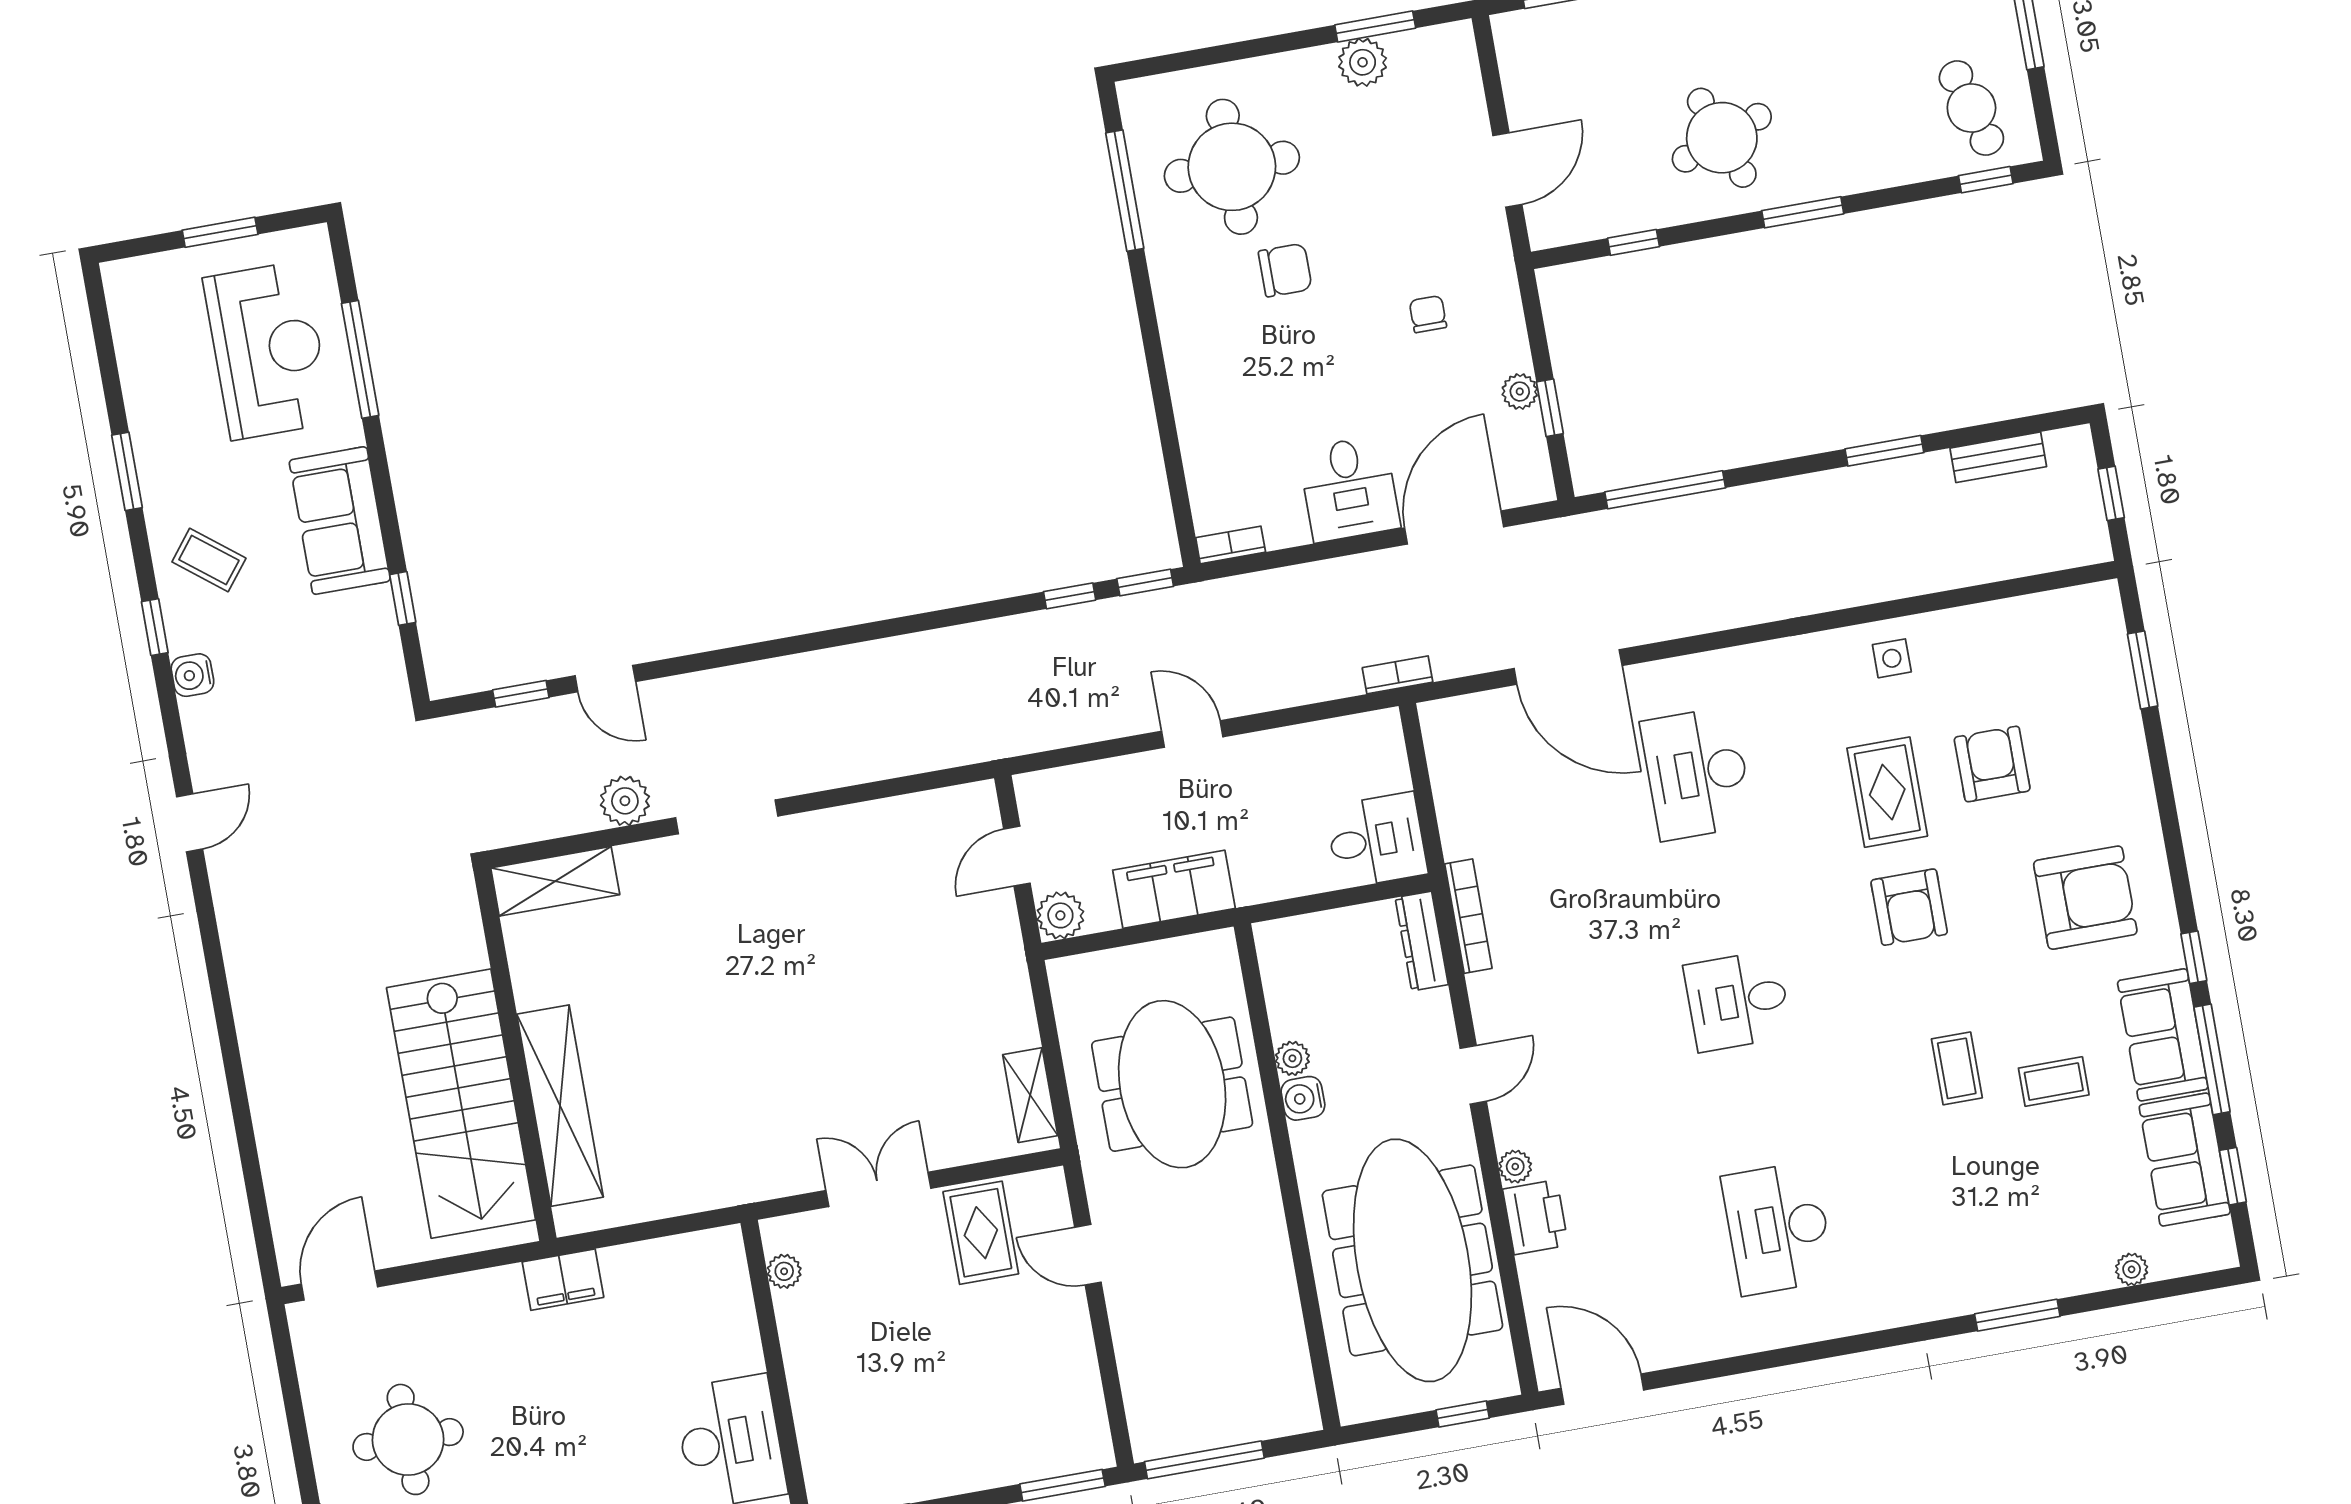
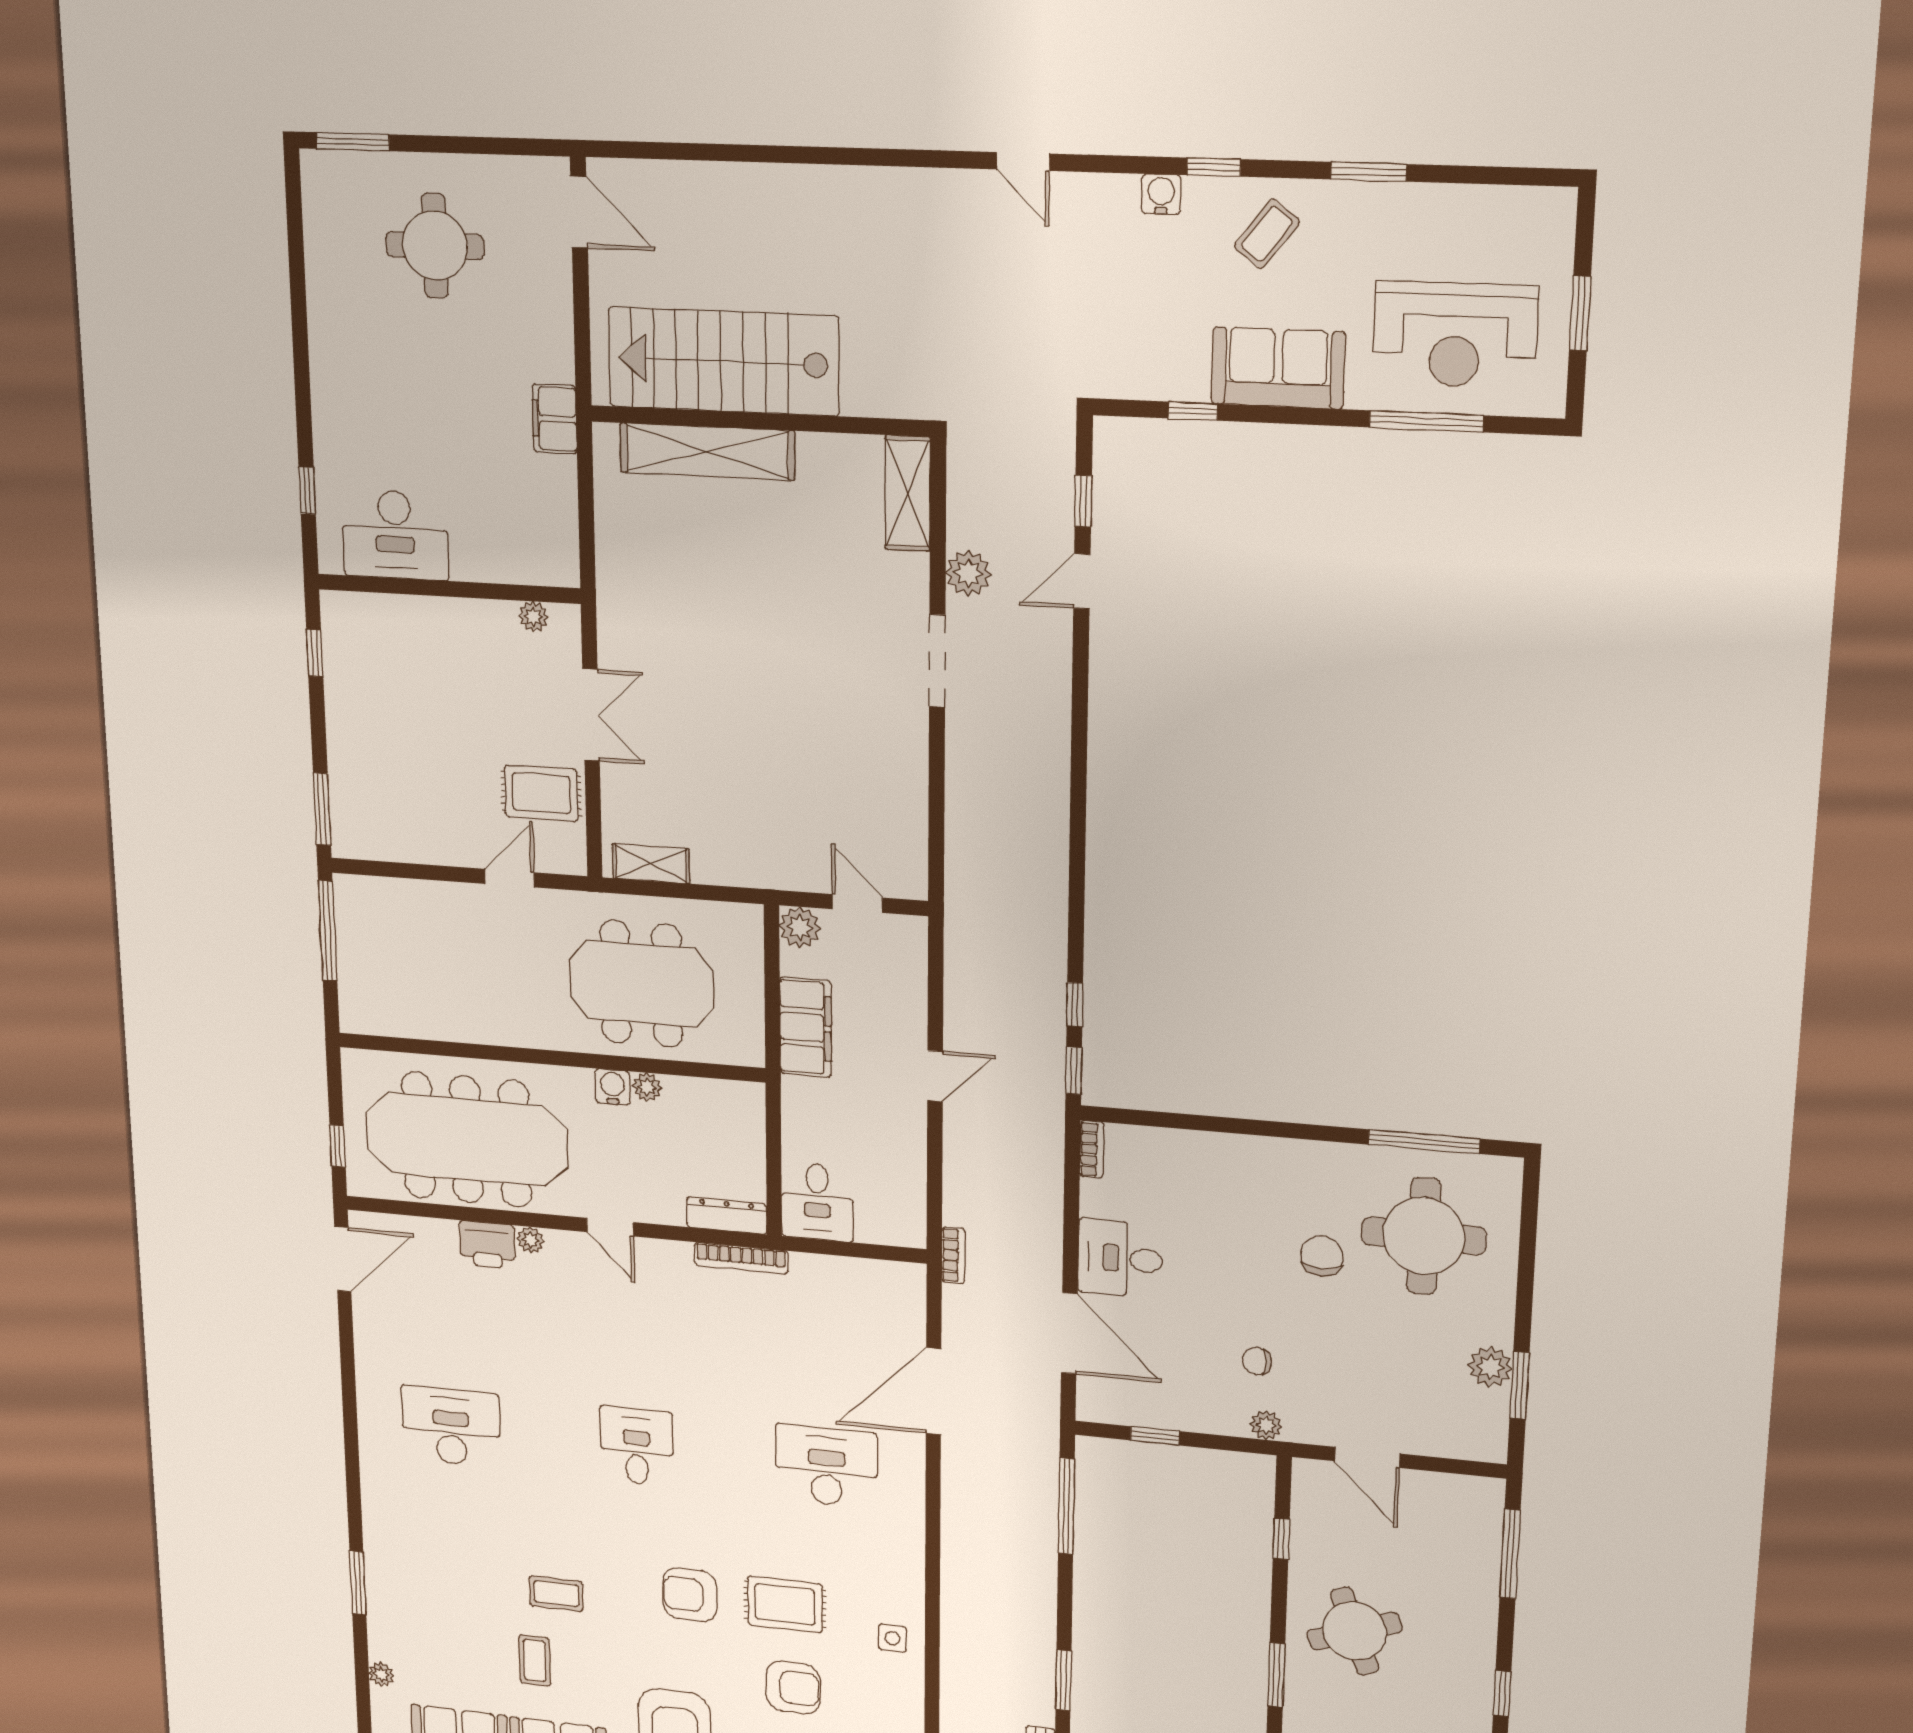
chair: (1285, 270) -> (1322, 1256), turned 180
chair: (1428, 314) -> (1257, 1361), turned 180
plant: (1520, 392) -> (1266, 1425), moved

